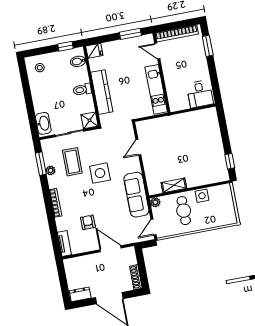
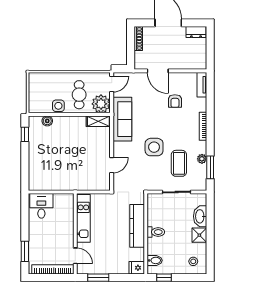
shower: (89, 120) -> (199, 235), moved
washbasin: (43, 123) -> (200, 216), moved
boiler: (210, 179) -> (47, 121), added
shelving: (174, 185) -> (98, 121), moved
plant: (155, 202) -> (101, 104), width x1.88, depth x1.88

